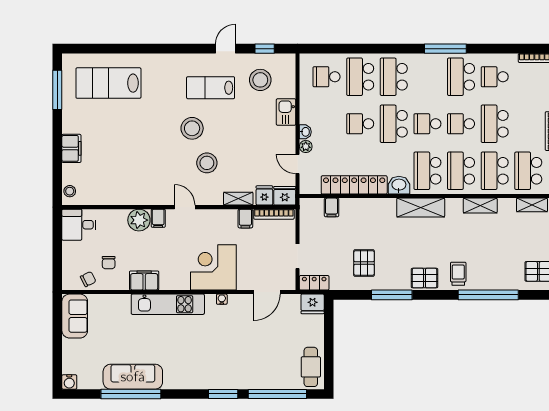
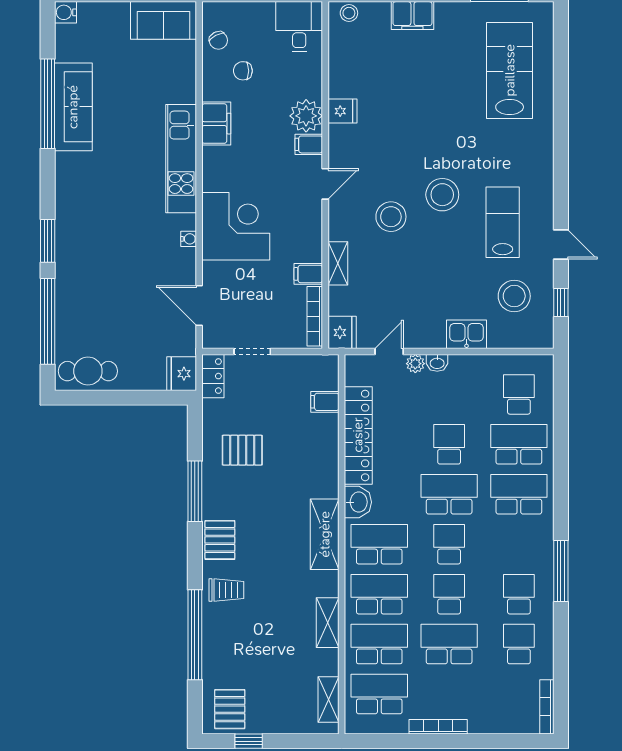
school desk: (461, 77) -> (519, 594), width x0.54
fridge: (264, 195) -> (343, 111), moved

